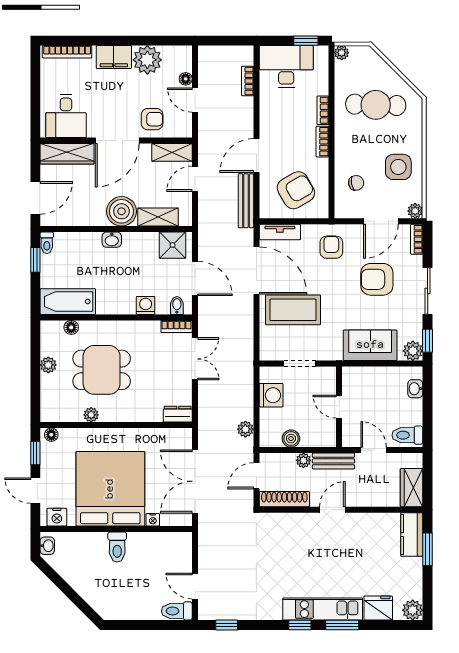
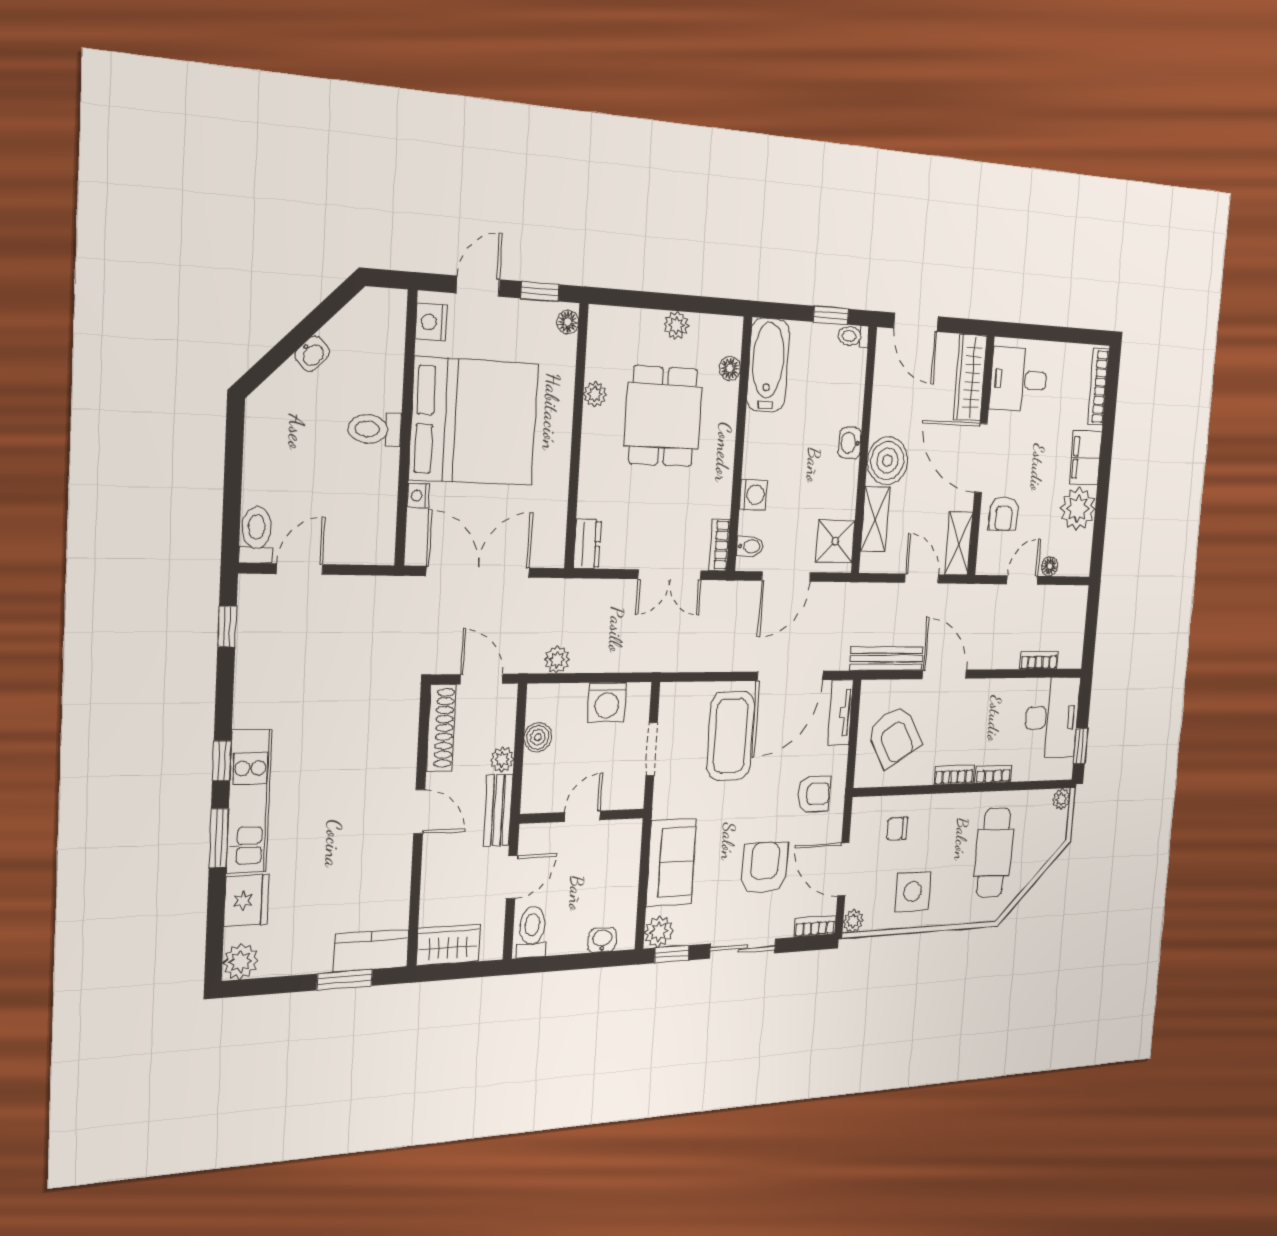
chair: (356, 183) -> (897, 829), turned 101
washbasin: (47, 546) -> (312, 354), moved, turned -45

